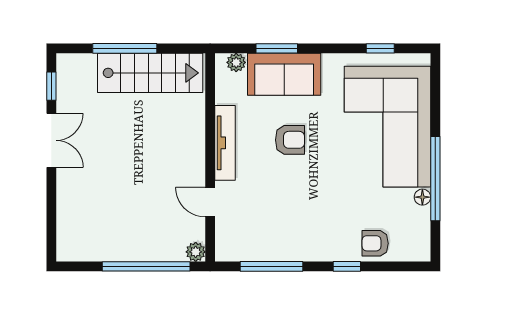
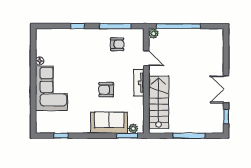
window: (277, 48) -> (127, 136), moved
stairs: (150, 73) -> (159, 102), moved, turned 90
corner sofa: (387, 127) -> (51, 88), width x0.73, depth x0.74
tv unit: (225, 143) -> (139, 83), width x0.71
window: (435, 179) -> (33, 70), removed
armchair: (375, 243) -> (117, 44), moved

